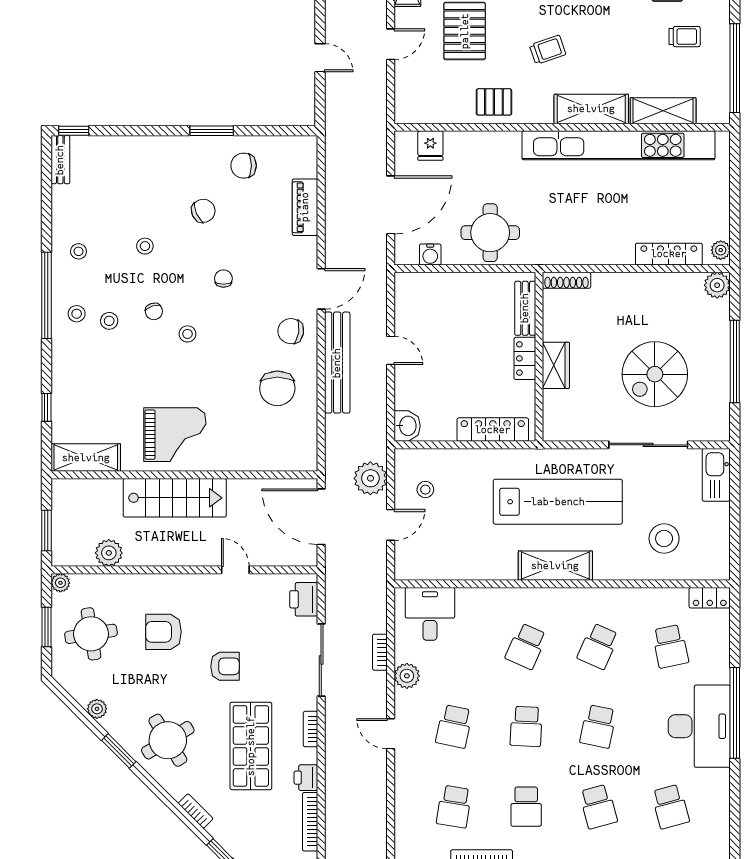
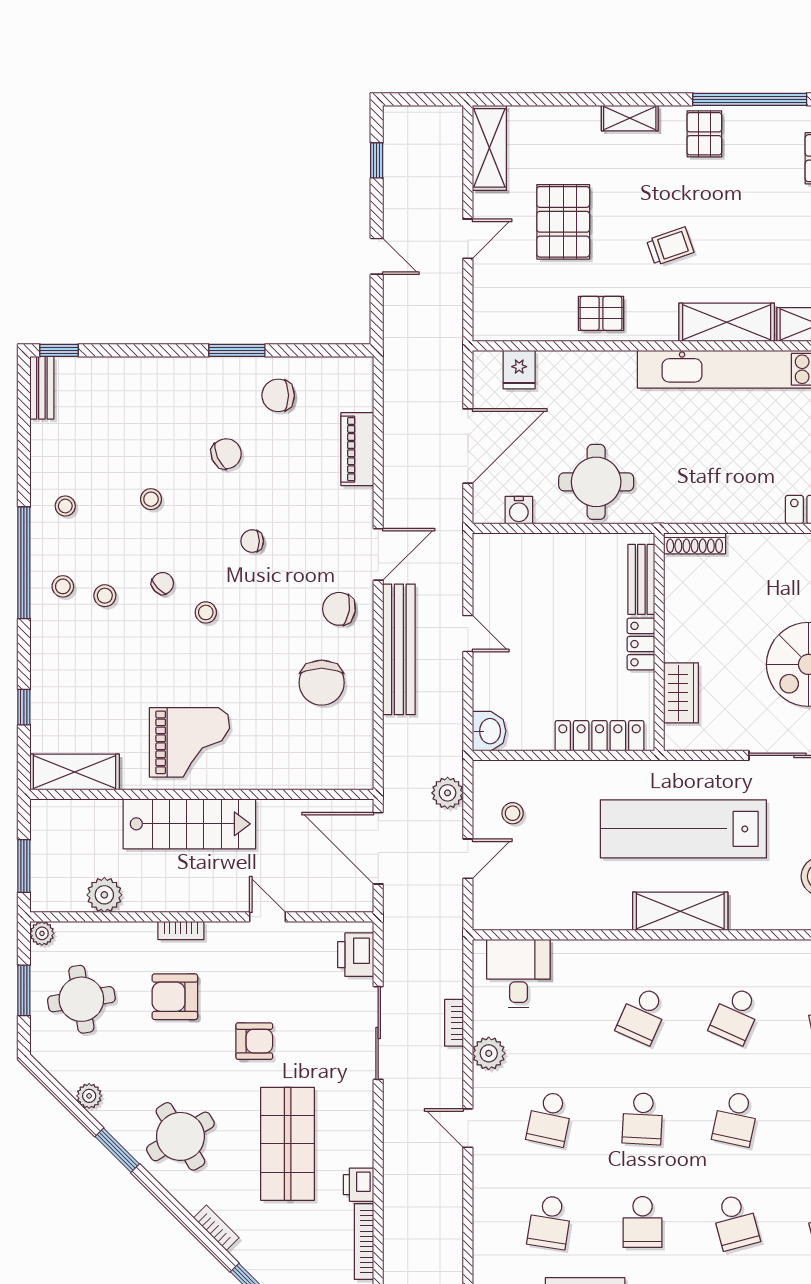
chair: (223, 279) -> (252, 541), turned -90
chair: (154, 311) -> (163, 583), turned -116
wardrobe: (556, 365) -> (681, 693), moved
plant: (370, 478) -> (448, 793), width x0.73, depth x0.73
lab bench: (558, 502) -> (683, 829), turned 180
bookcase: (311, 729) -> (181, 931), moved, turned -90

